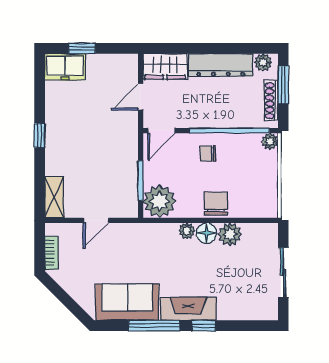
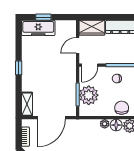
freezer: (65, 67) -> (38, 28), width x1.40
plant: (160, 201) -> (89, 95), moved
door: (96, 220) -> (51, 118), width x1.88

